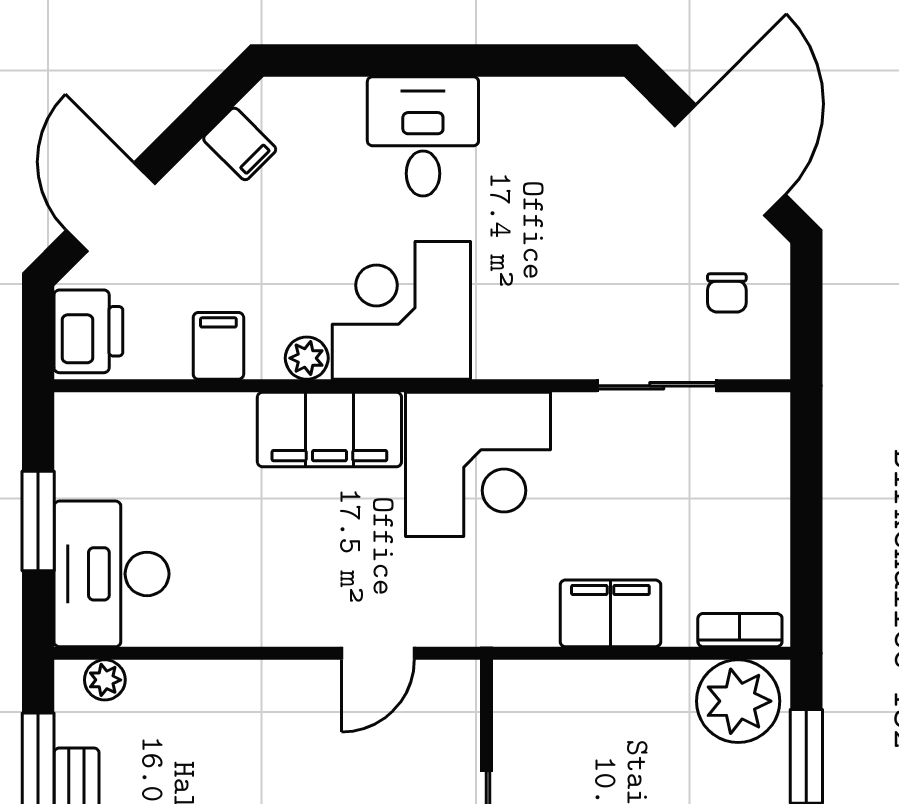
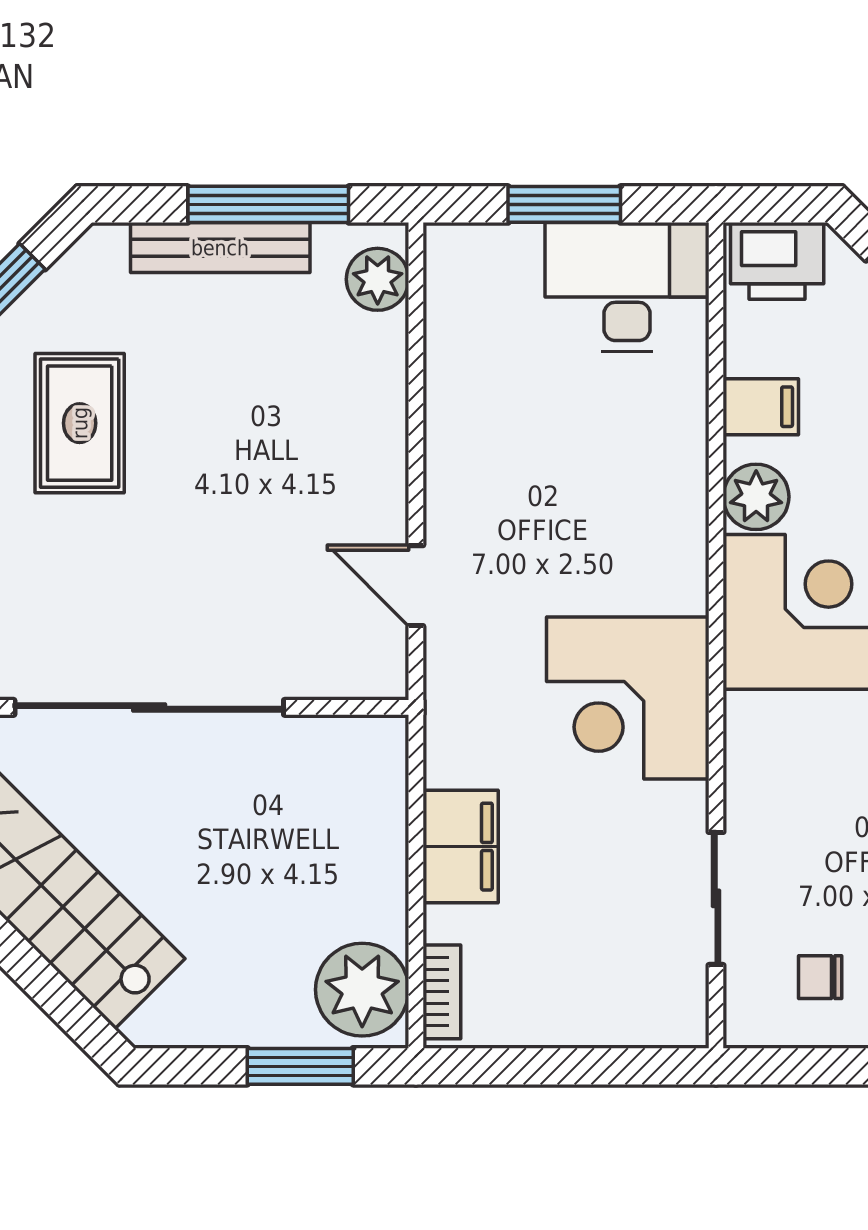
plant: (307, 358) -> (756, 497), width x1.38, depth x1.38
filing cabinet: (329, 430) -> (667, 531), removed
desk: (111, 574) -> (627, 287), moved
plant: (105, 680) -> (378, 279), width x1.38, depth x1.38

